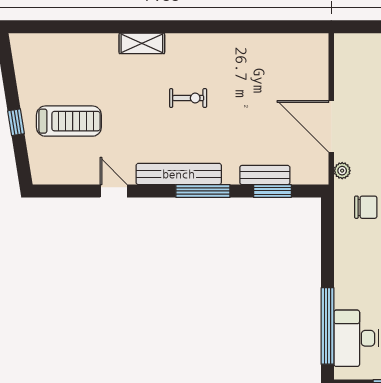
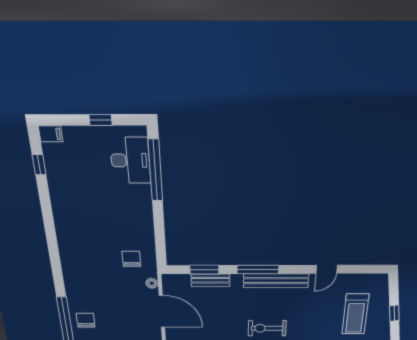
exercise bike: (188, 98) -> (267, 328), width x1.38, depth x1.39
treadmill: (69, 121) -> (355, 314), turned -90
door: (114, 191) -> (327, 269), hinge flipped
chair: (366, 207) -> (131, 259), turned 90

